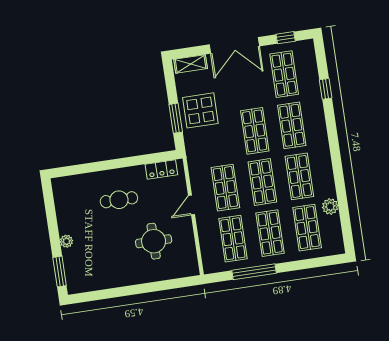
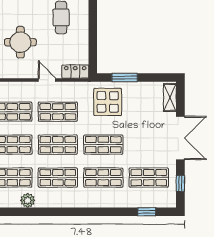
double door: (234, 45) -> (180, 138), swing flipped
window: (326, 89) -> (147, 212), moved
display table: (200, 110) -> (108, 102), moved
locker: (161, 169) -> (75, 72), moved, turned 90

